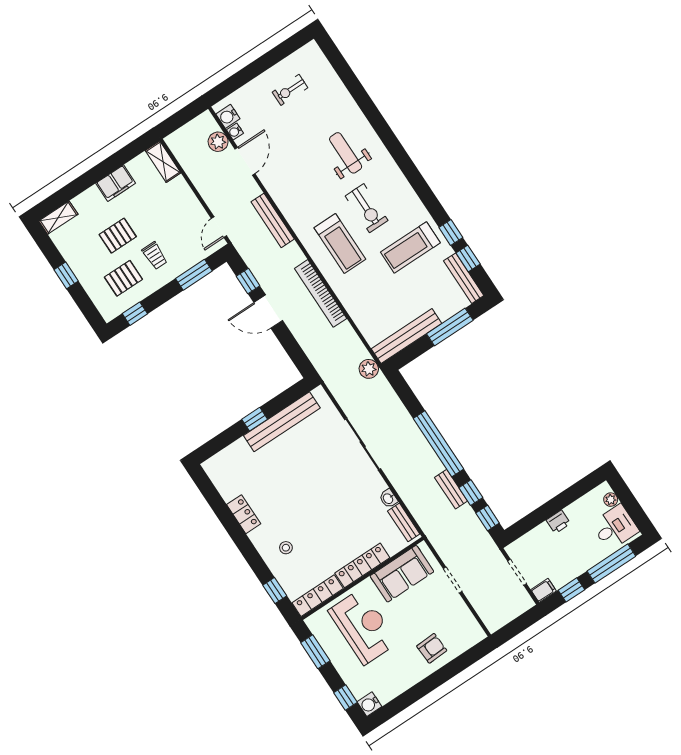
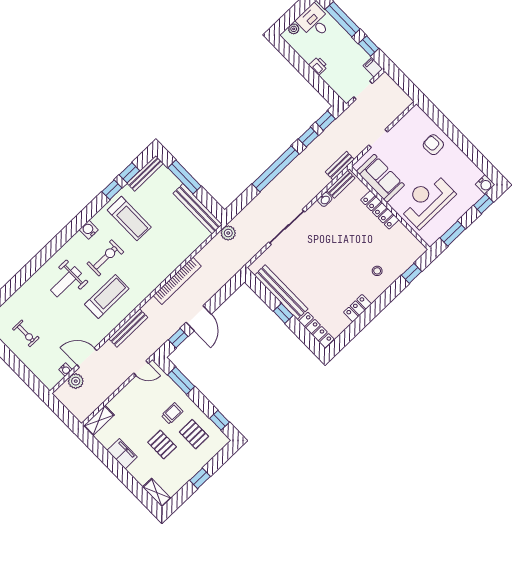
water cooler: (228, 116) -> (89, 230), moved, turned 180
treadmill: (340, 243) -> (107, 296), moved
bench: (451, 489) -> (340, 166), moved
locker: (318, 596) -> (316, 330), moved, turned 180

